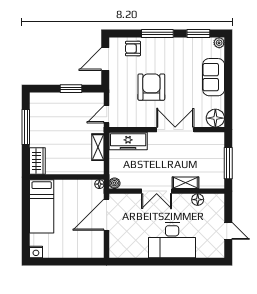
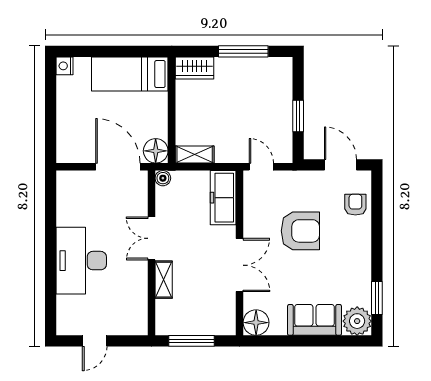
window: (157, 34) -> (377, 240), removed
plant: (219, 43) -> (357, 321), width x1.88, depth x1.88
shelving: (98, 147) -> (195, 154), moved
floor lamp: (99, 184) -> (156, 151), width x1.89, depth x1.89
floor lamp: (198, 200) -> (139, 297), removed

